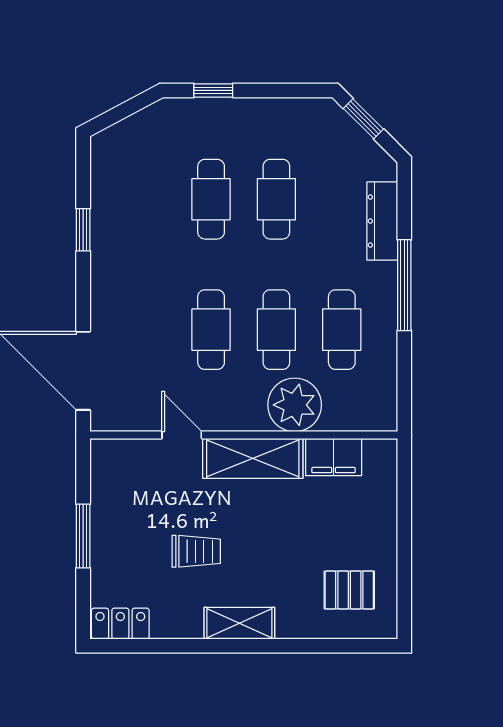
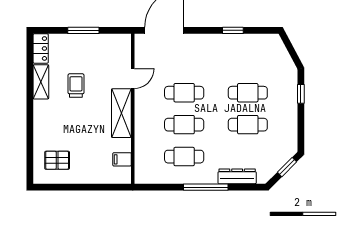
plant: (295, 405) -> (147, 134), removed
filing cabinet: (334, 457) -> (122, 159), width x0.50
trolley: (196, 551) -> (76, 85), turned 180
pallet: (349, 590) -> (57, 160), turned 90
shelving: (239, 623) -> (41, 82), moved

